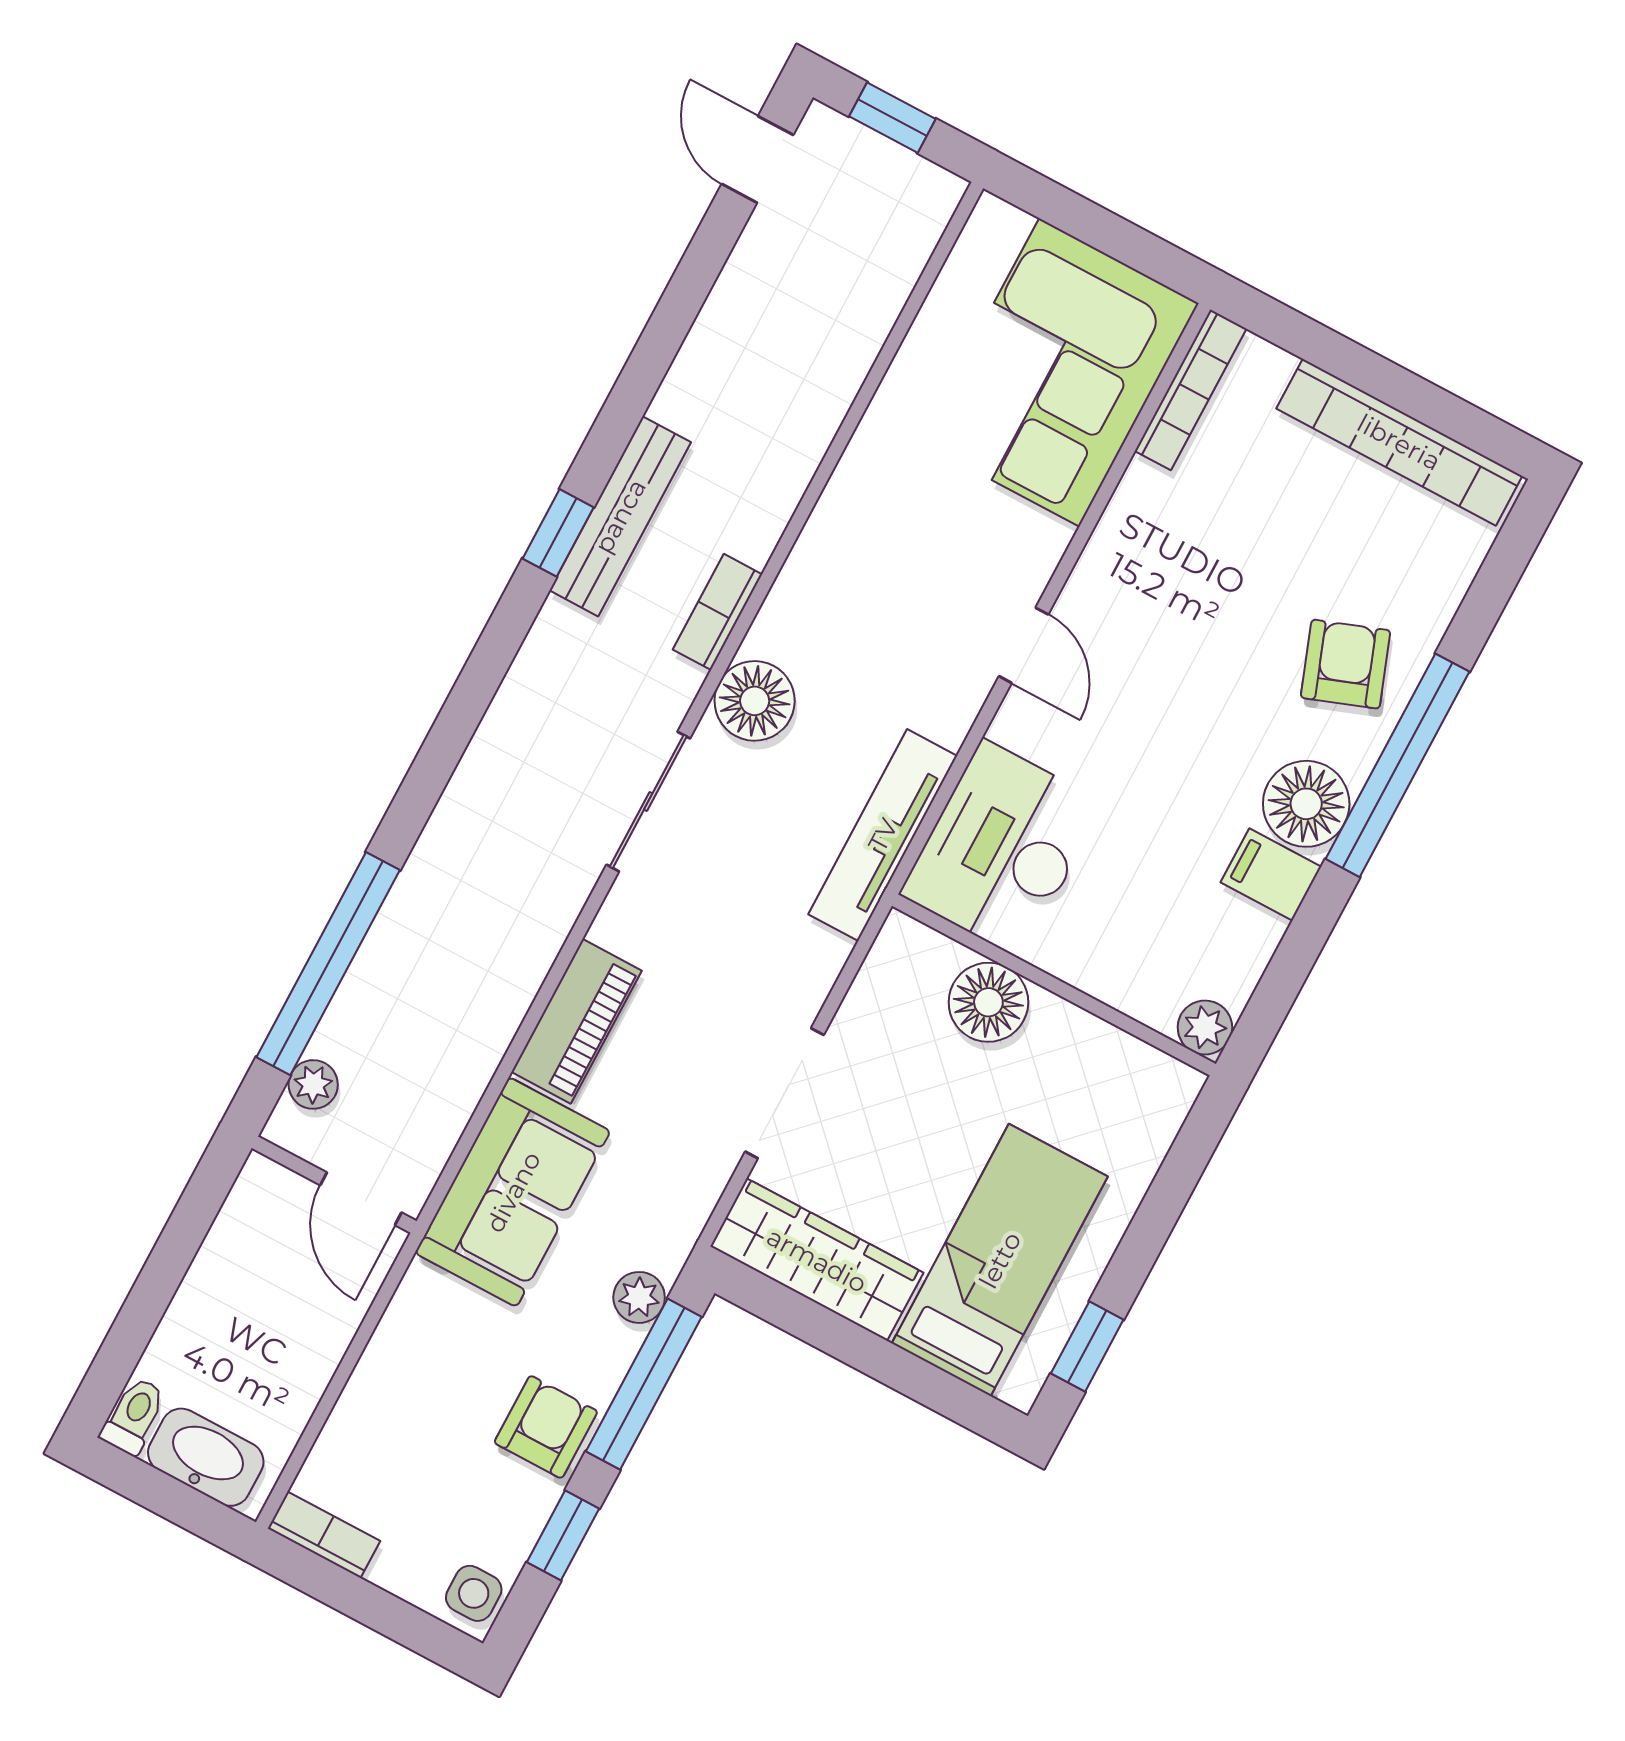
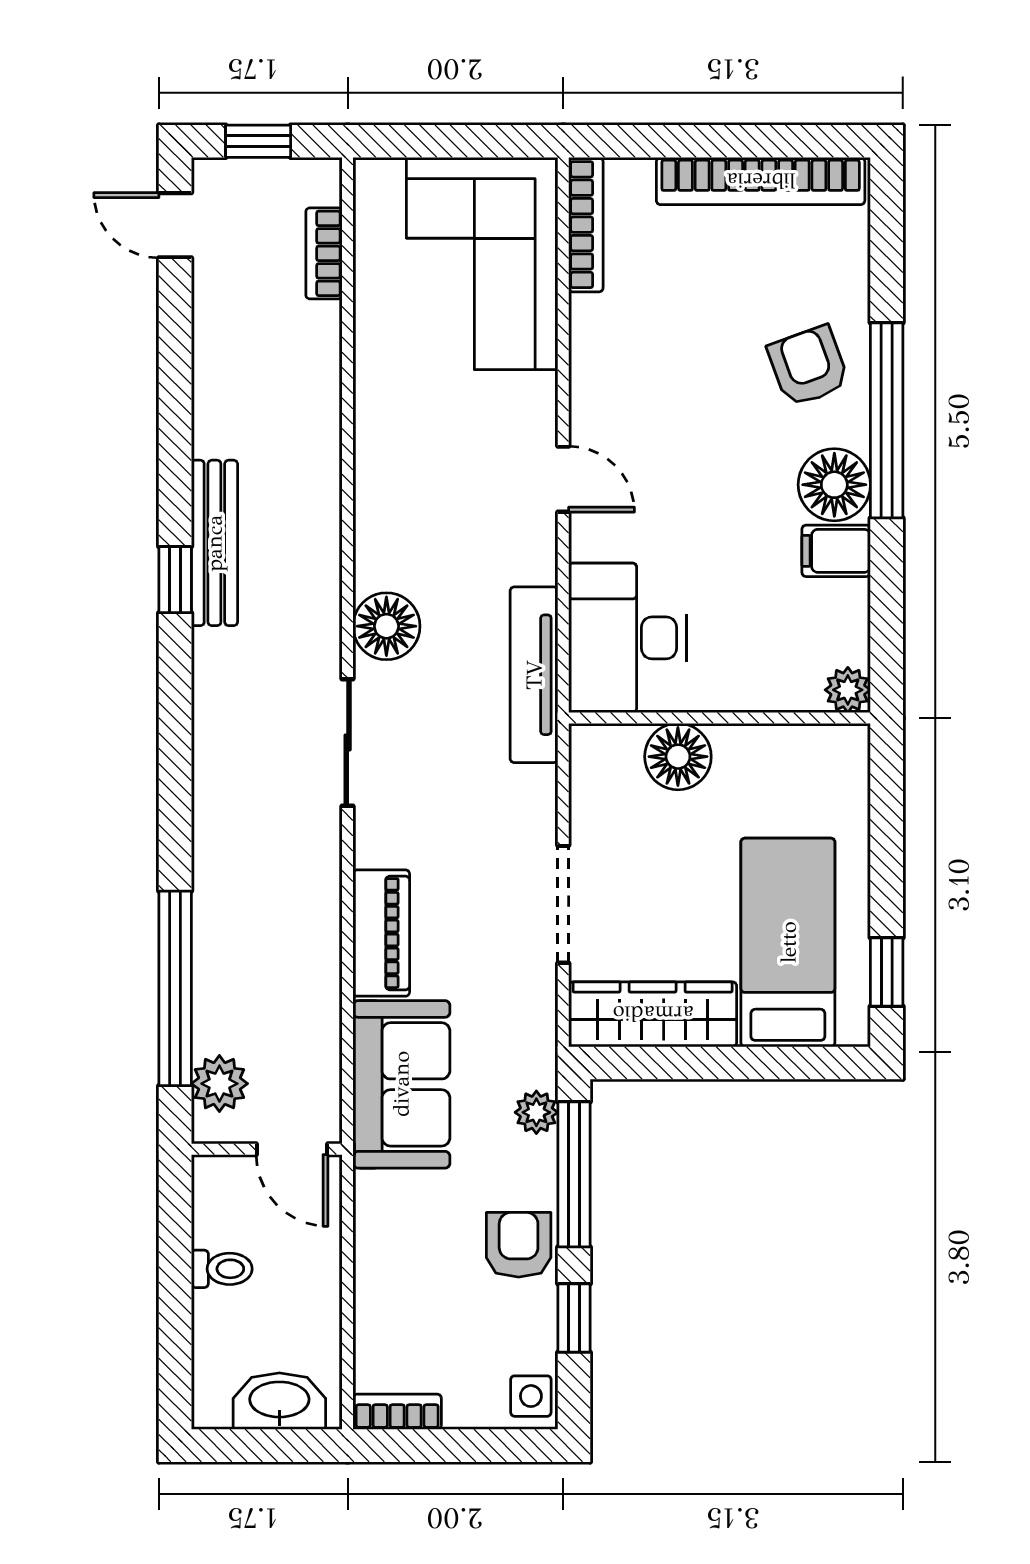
bookcase: (717, 612) -> (324, 253), moved
plant: (313, 1084) -> (219, 1084), width x1.38, depth x1.38
toilet: (134, 1416) -> (222, 1269), moved, turned 90

